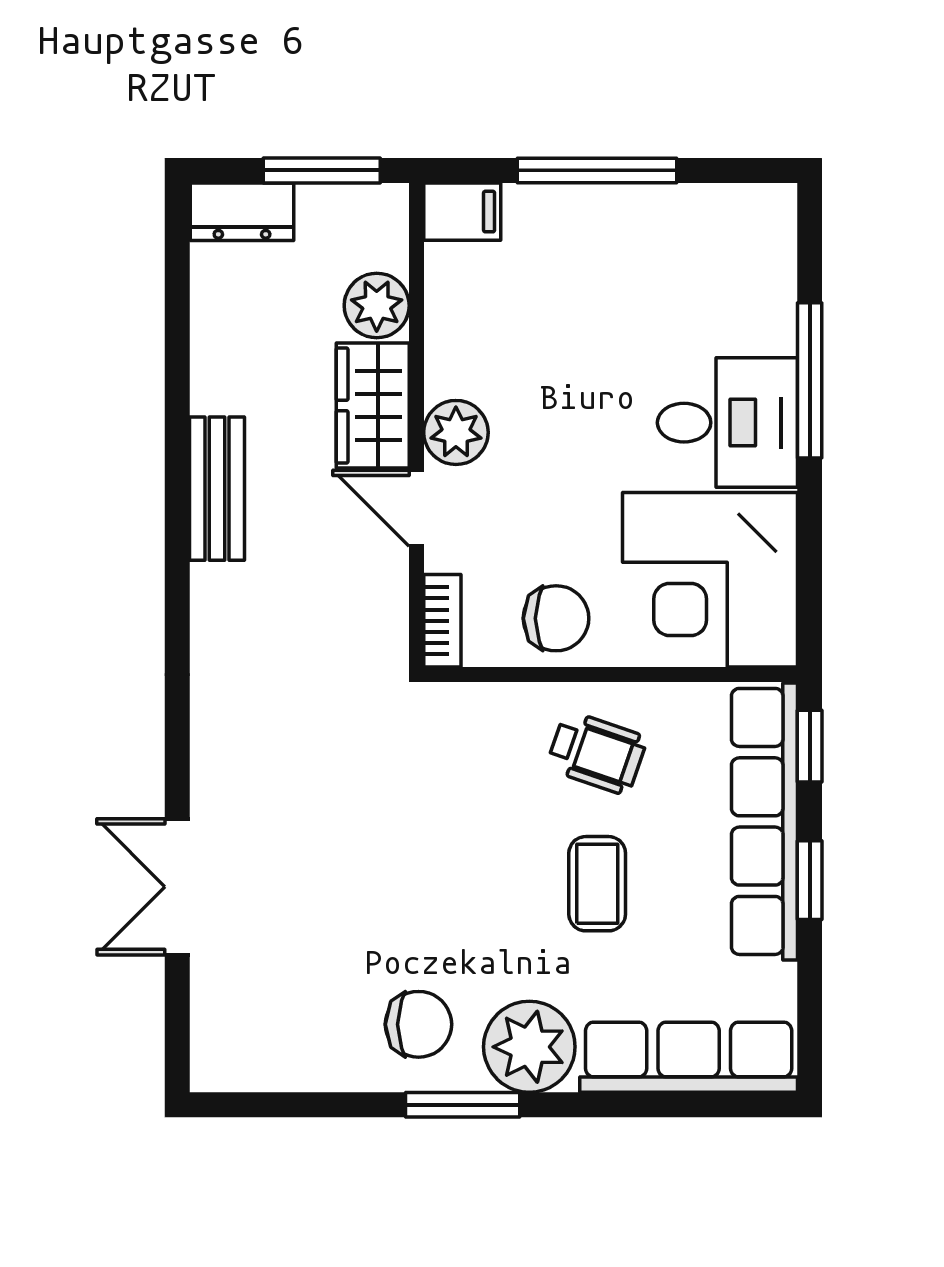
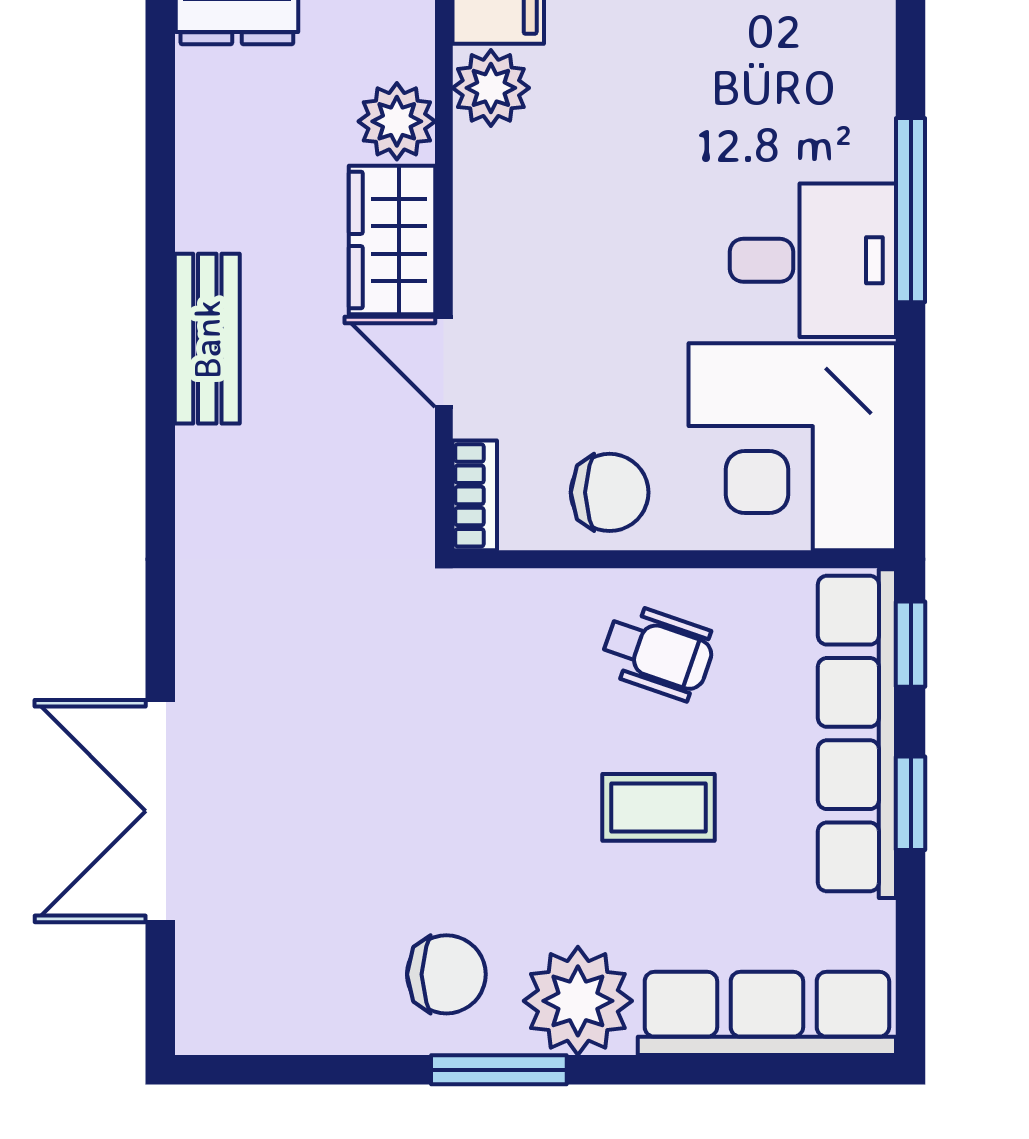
plant: (456, 432) -> (491, 88), moved
coffee table: (597, 884) -> (658, 807), turned 90
double door: (177, 887) -> (160, 811), width x1.37

